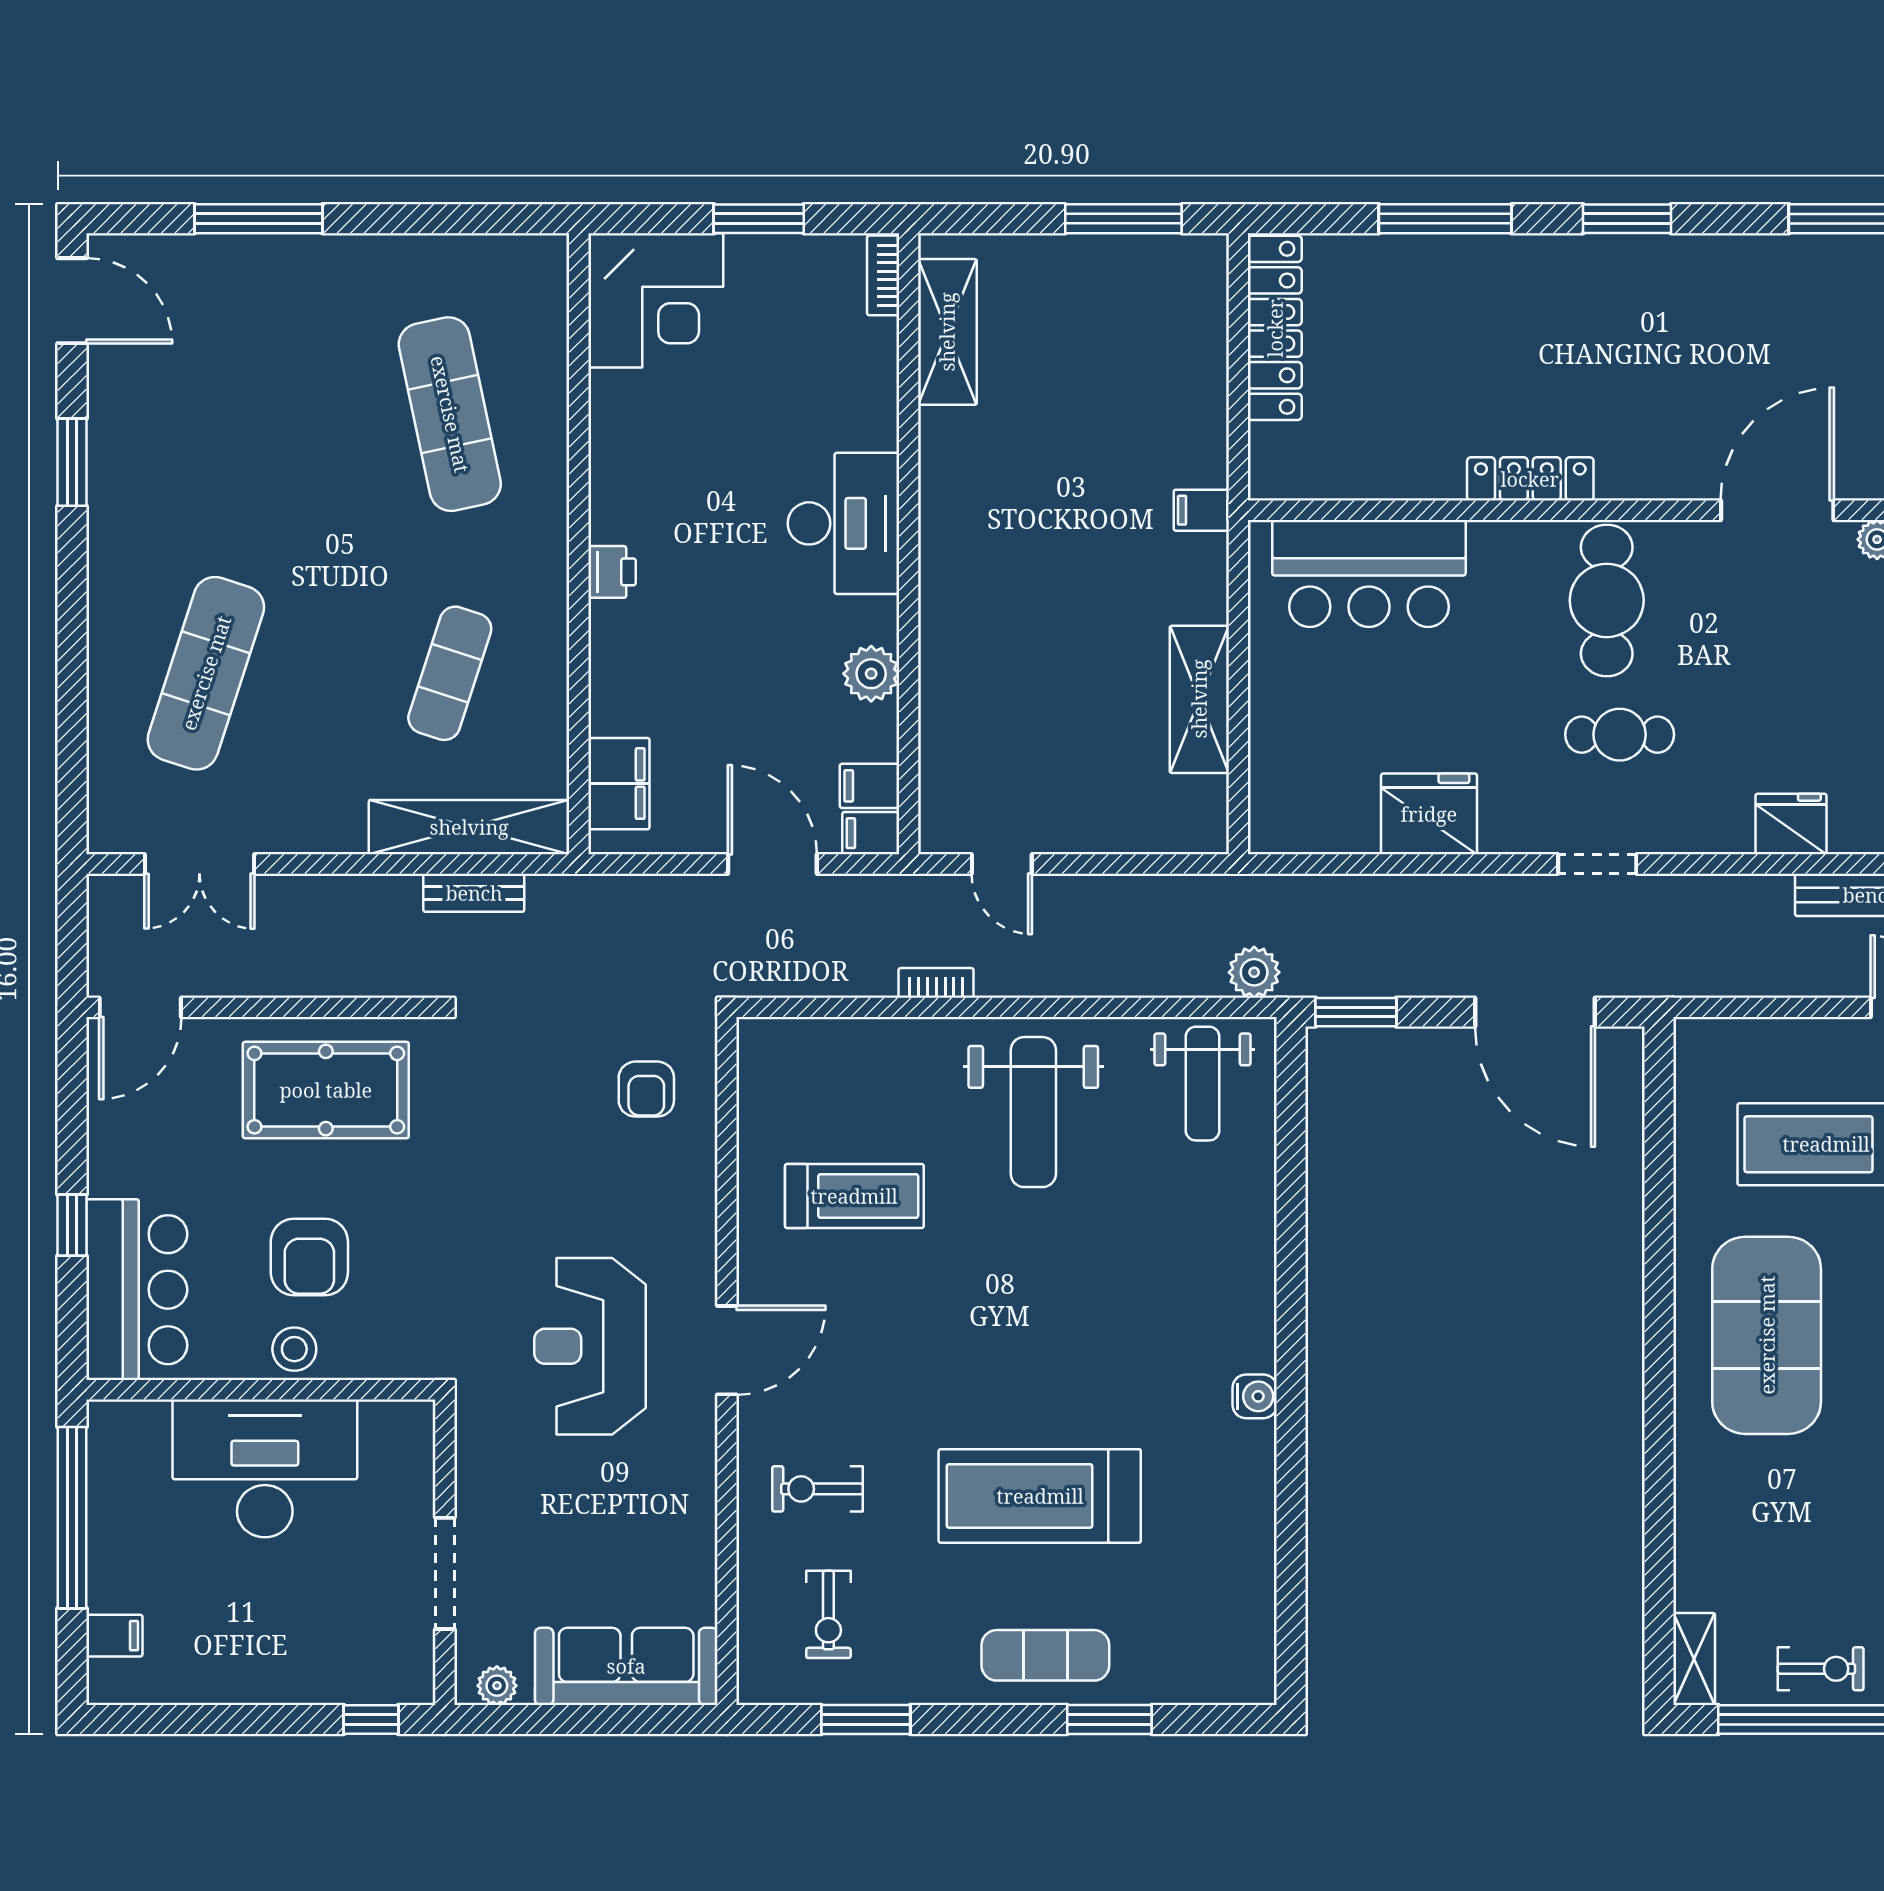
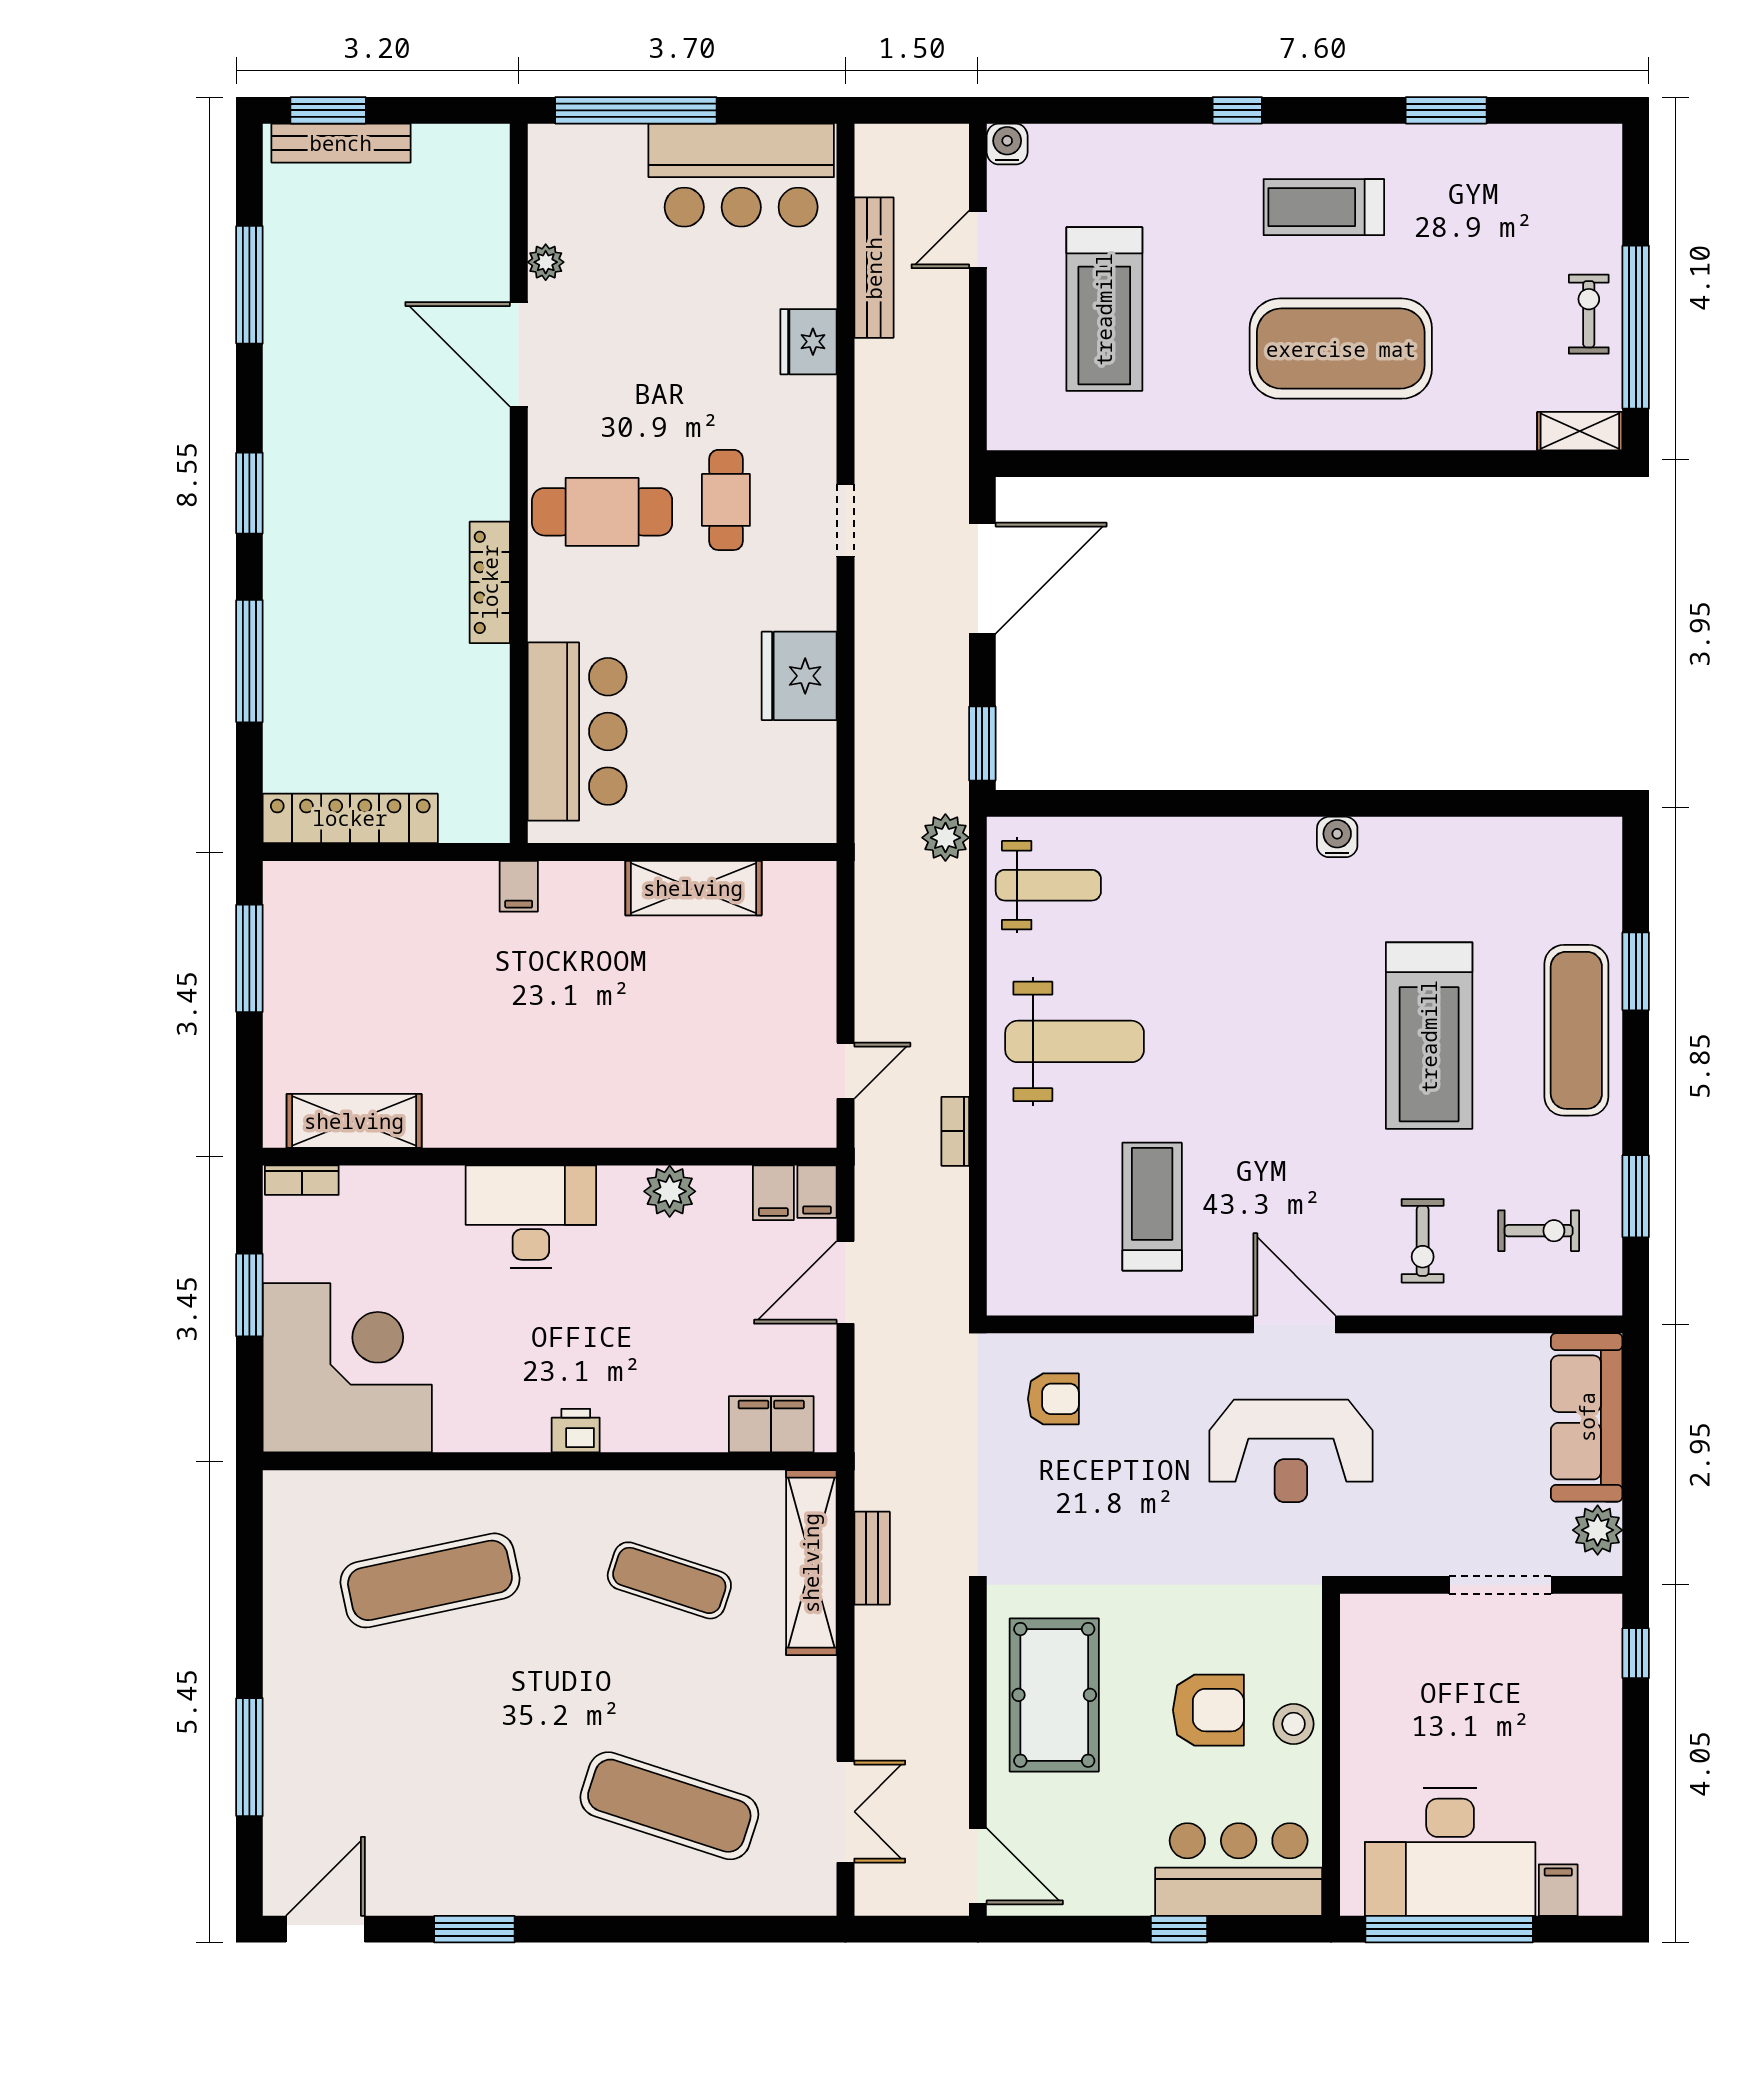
corner desk: (656, 300) -> (347, 1368), width x1.36, depth x1.36
exercise mat: (1767, 1335) -> (1341, 349), moved
desk: (265, 1468) -> (1450, 1852), moved, turned -90
exercise mat: (1045, 1655) -> (1576, 1030), width x1.36, depth x1.45
plant: (497, 1686) -> (1598, 1530), width x1.38, depth x1.38

